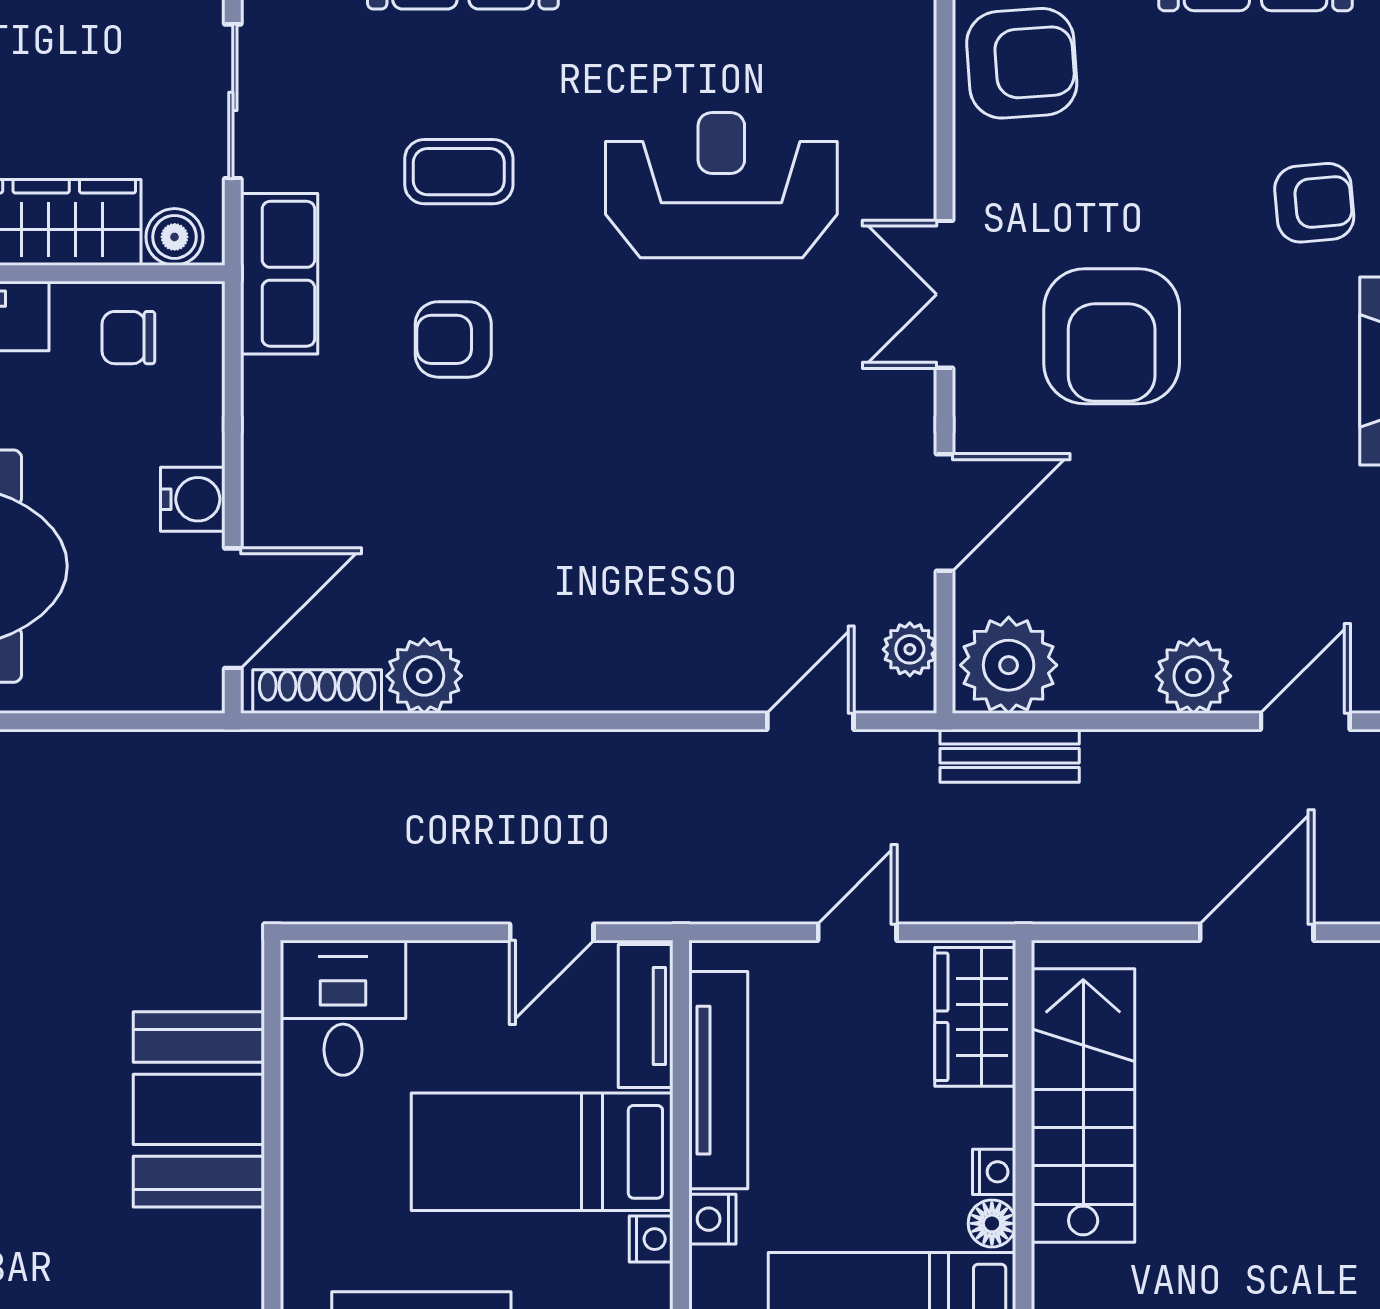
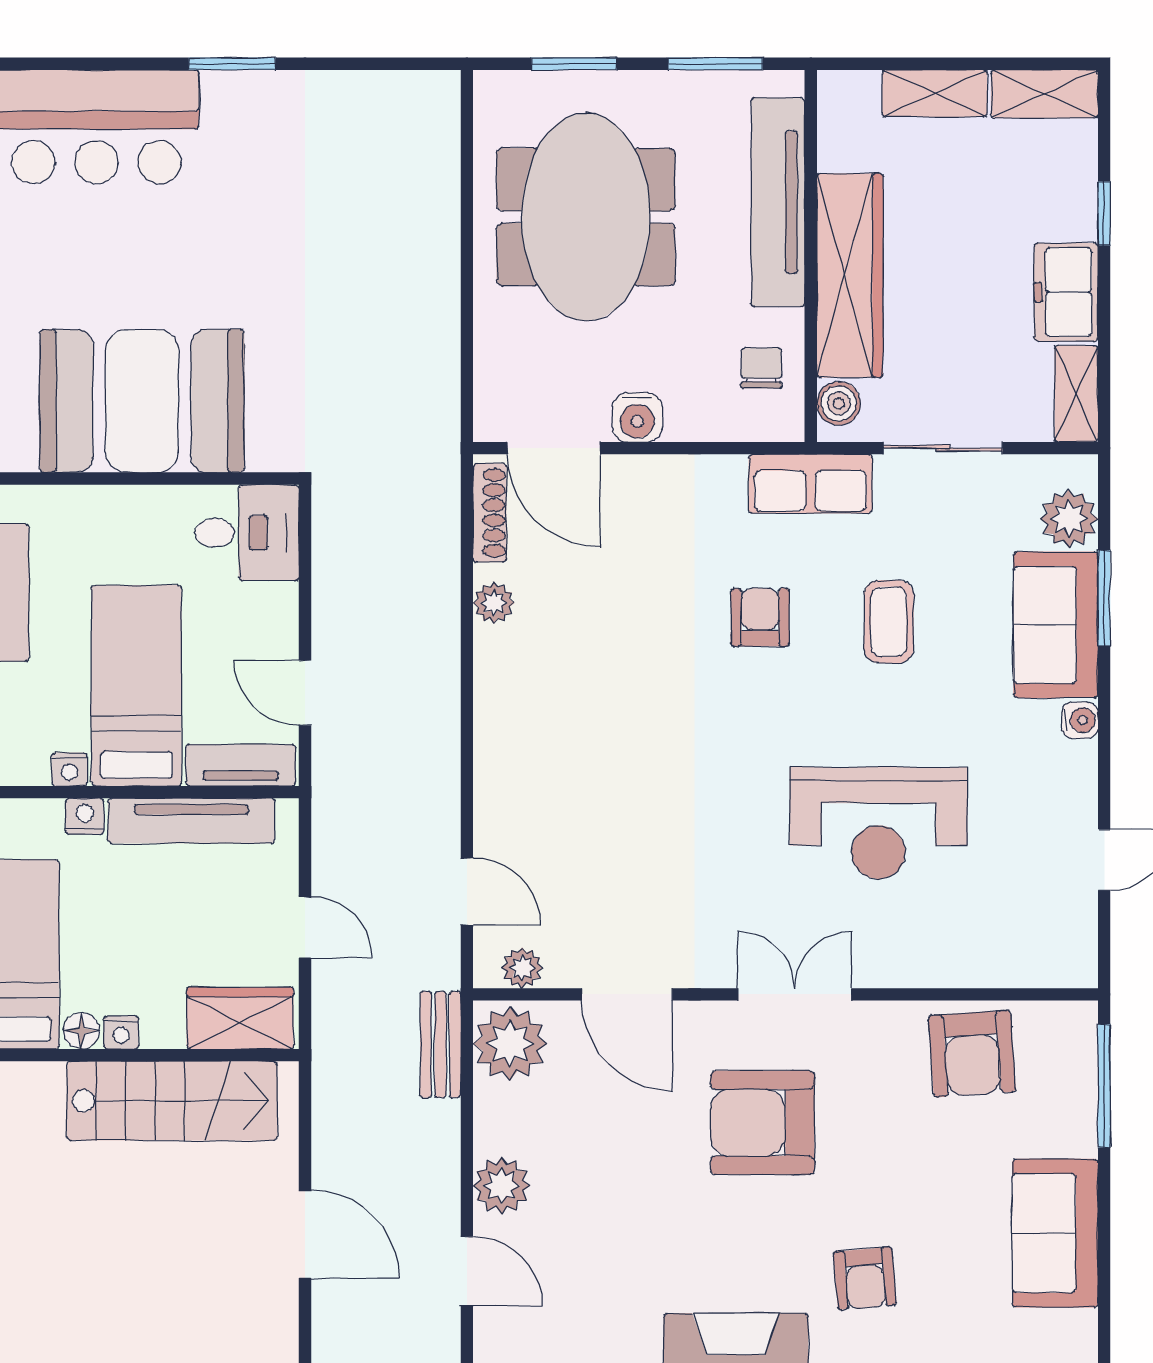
reception desk: (721, 185) -> (878, 823), turned 90
plant: (424, 676) -> (494, 603), width x0.73, depth x0.73
booth: (199, 1109) -> (142, 401), width x1.36, depth x1.42

